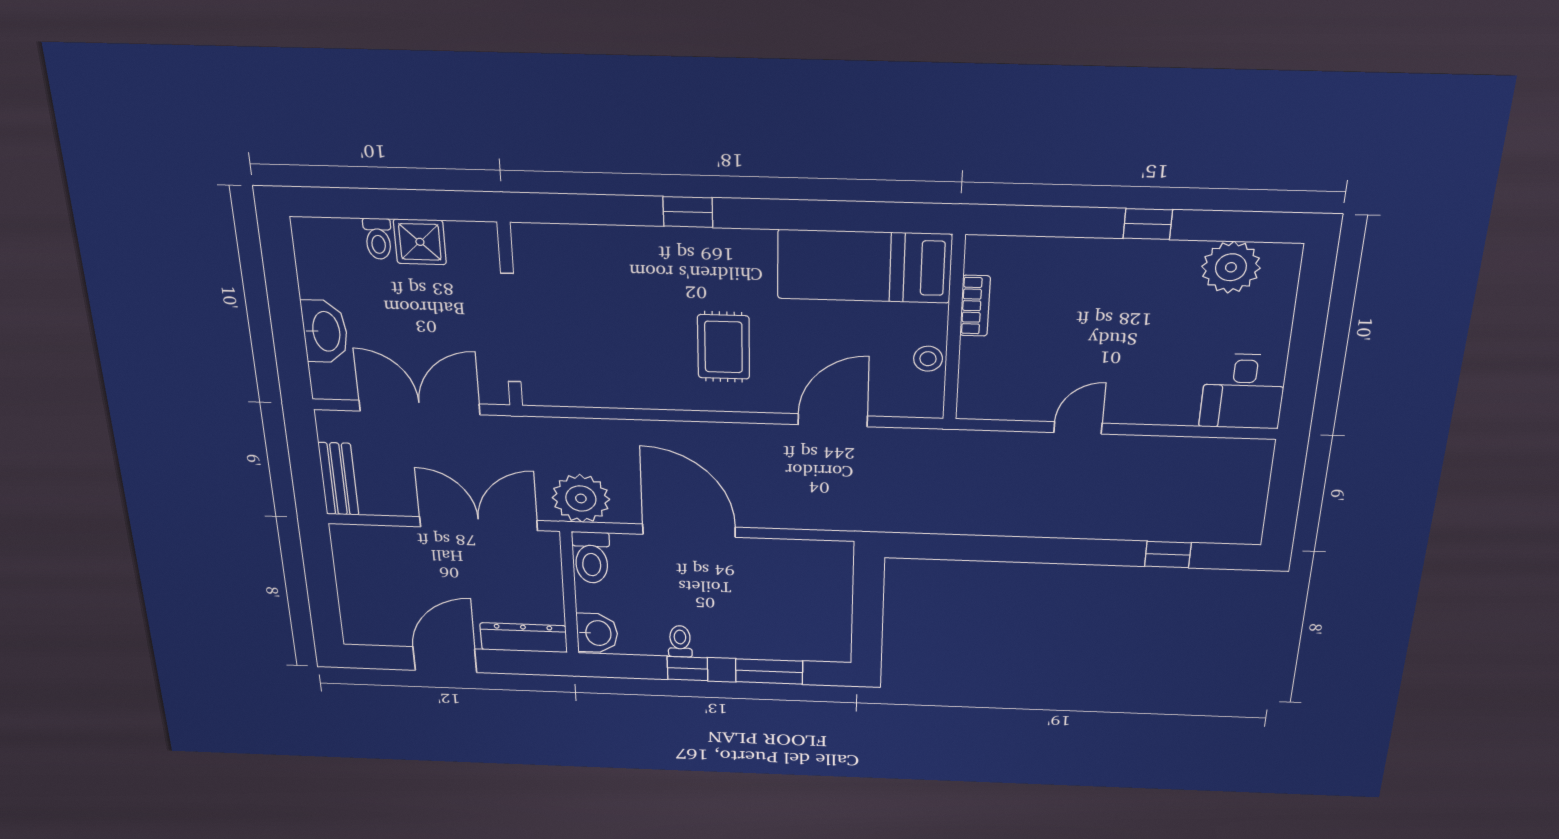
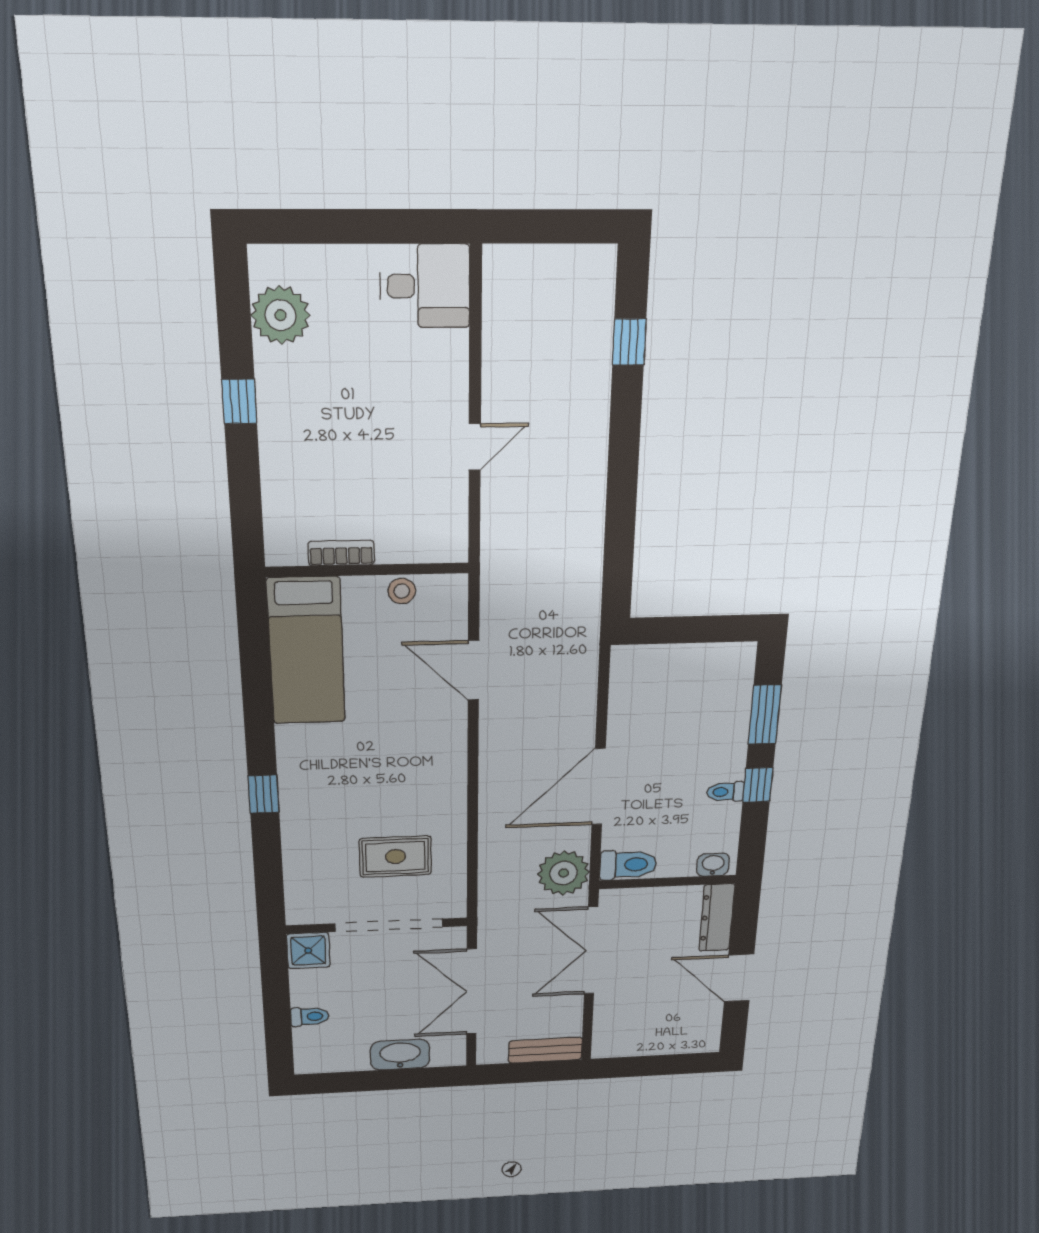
shower: (420, 242) -> (308, 951), moved
rug: (724, 347) -> (395, 857), moved
door: (1078, 428) -> (475, 447), swing flipped
washbasin: (597, 633) -> (713, 865), width x0.72, depth x0.69

